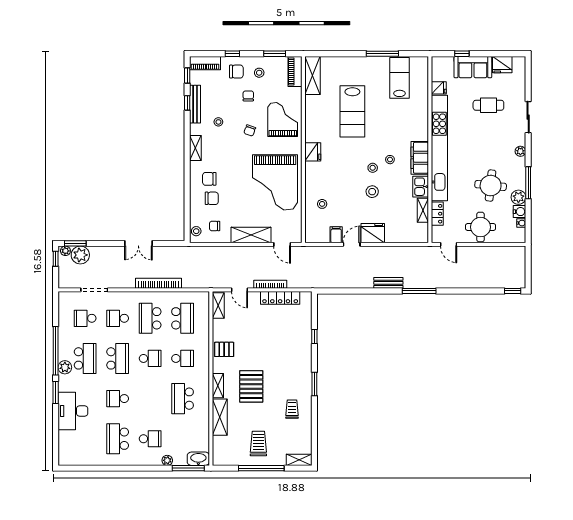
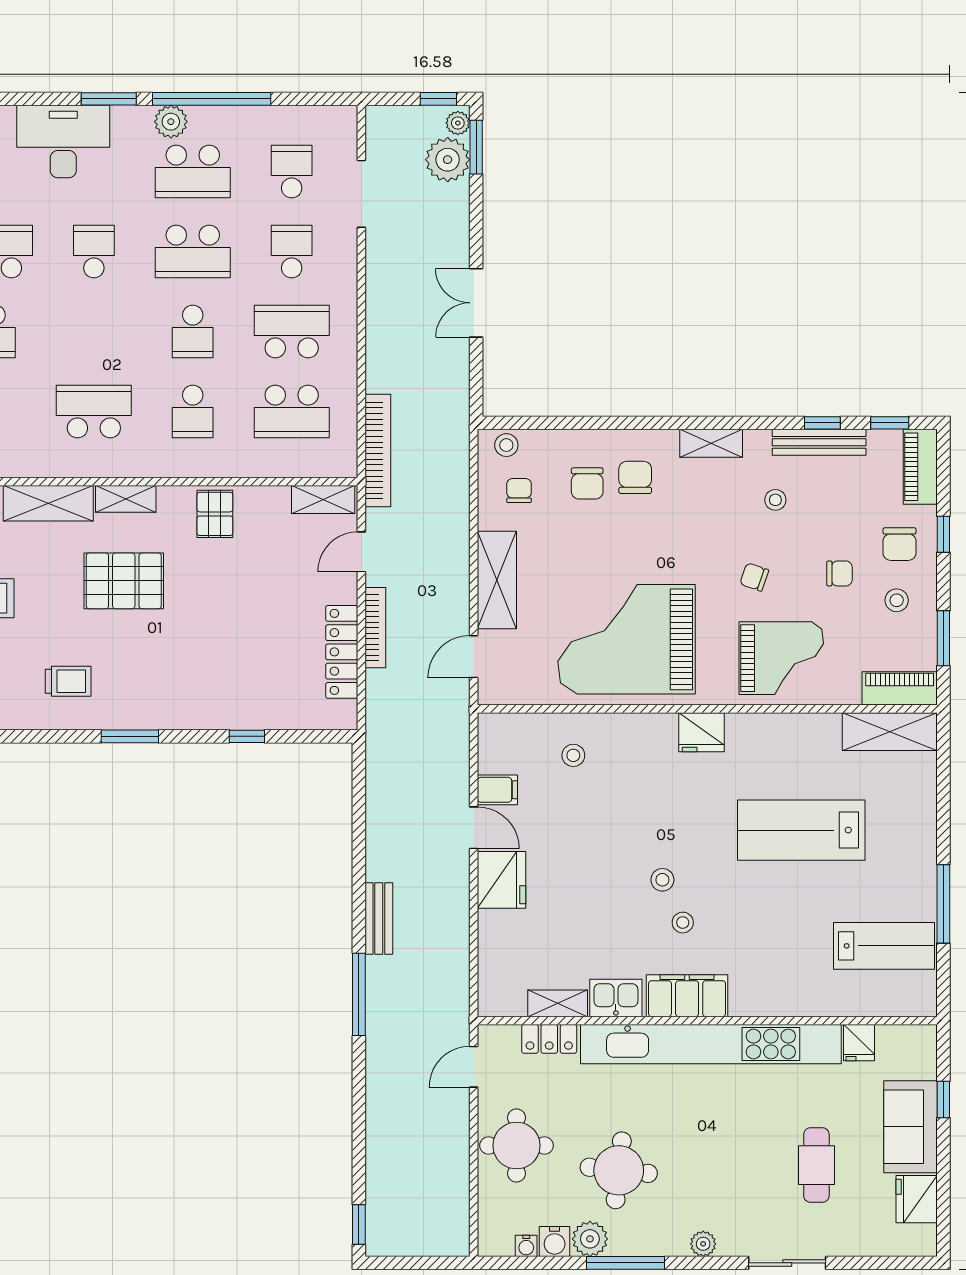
stool: (372, 192) -> (604, 879), removed
bookcase: (158, 283) -> (378, 451), moved

